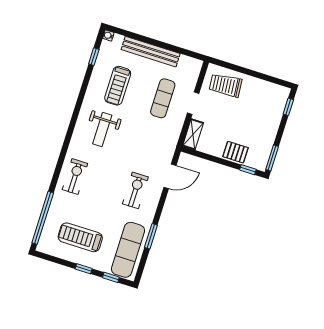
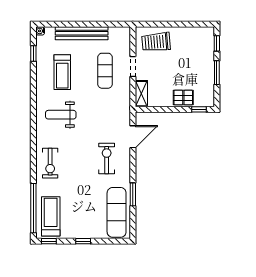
weight bench: (102, 130) -> (61, 115), turned 90
window: (272, 158) -> (217, 73), moved
exercise bike: (75, 177) -> (50, 163), turned 180
treadmill: (80, 237) -> (51, 216), moved, turned 90
window: (111, 277) -> (49, 241), moved

